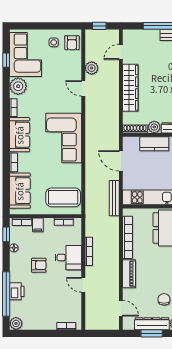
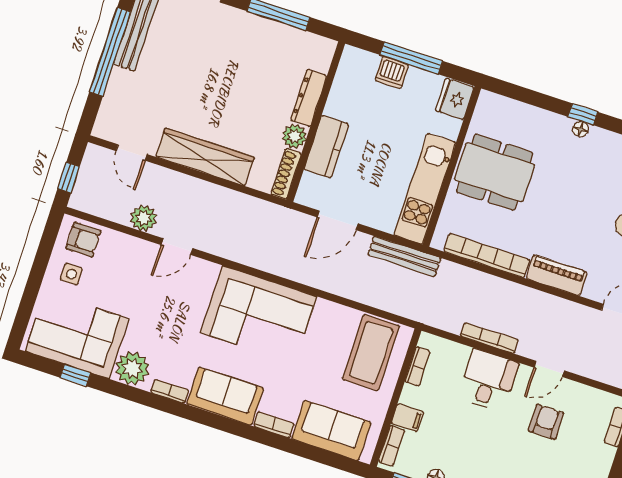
armchair: (39, 265) -> (546, 422), moved

